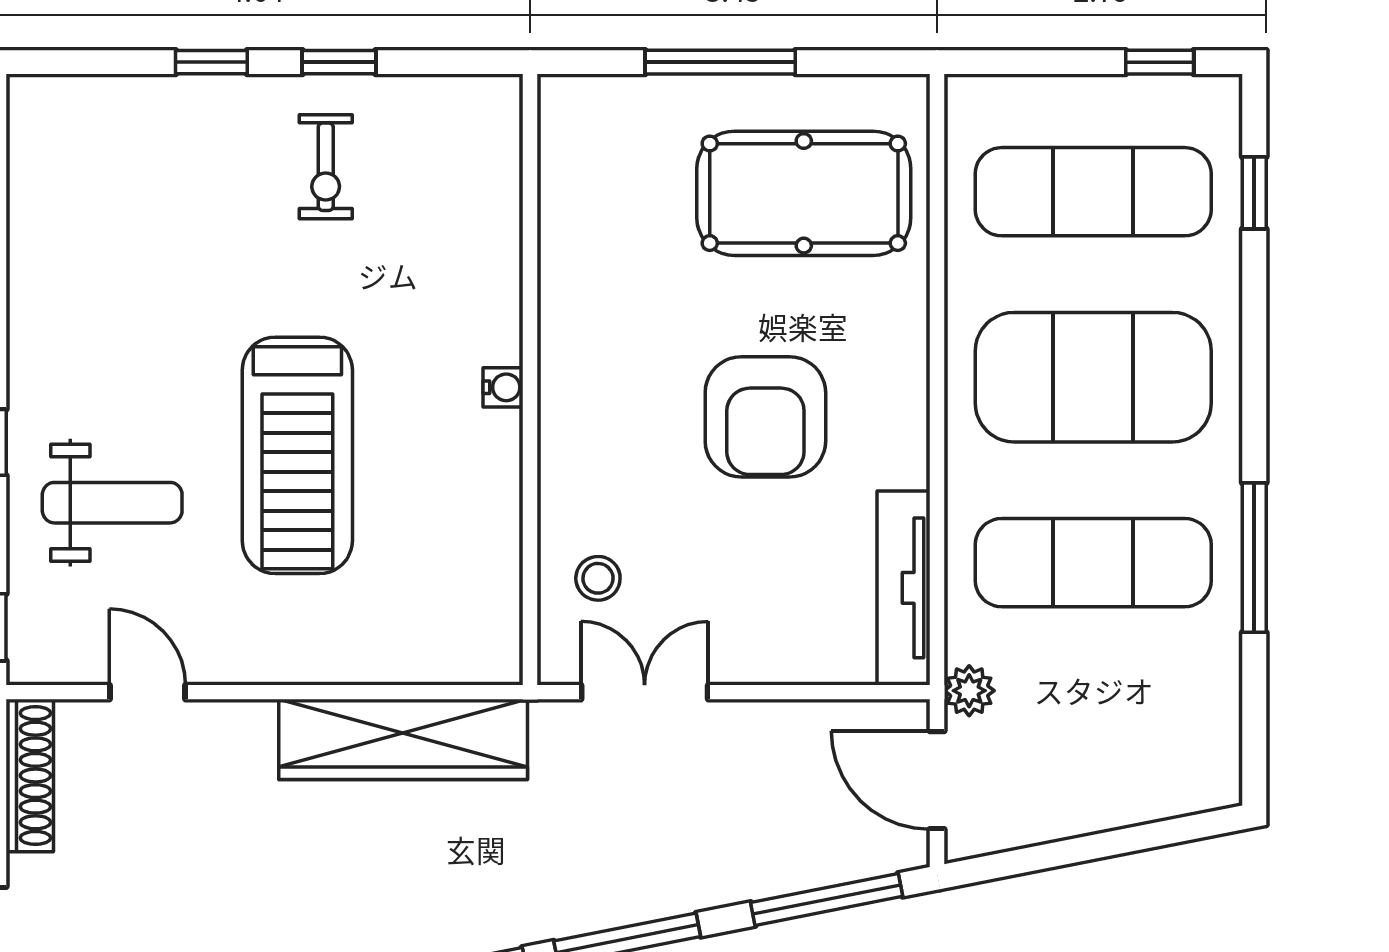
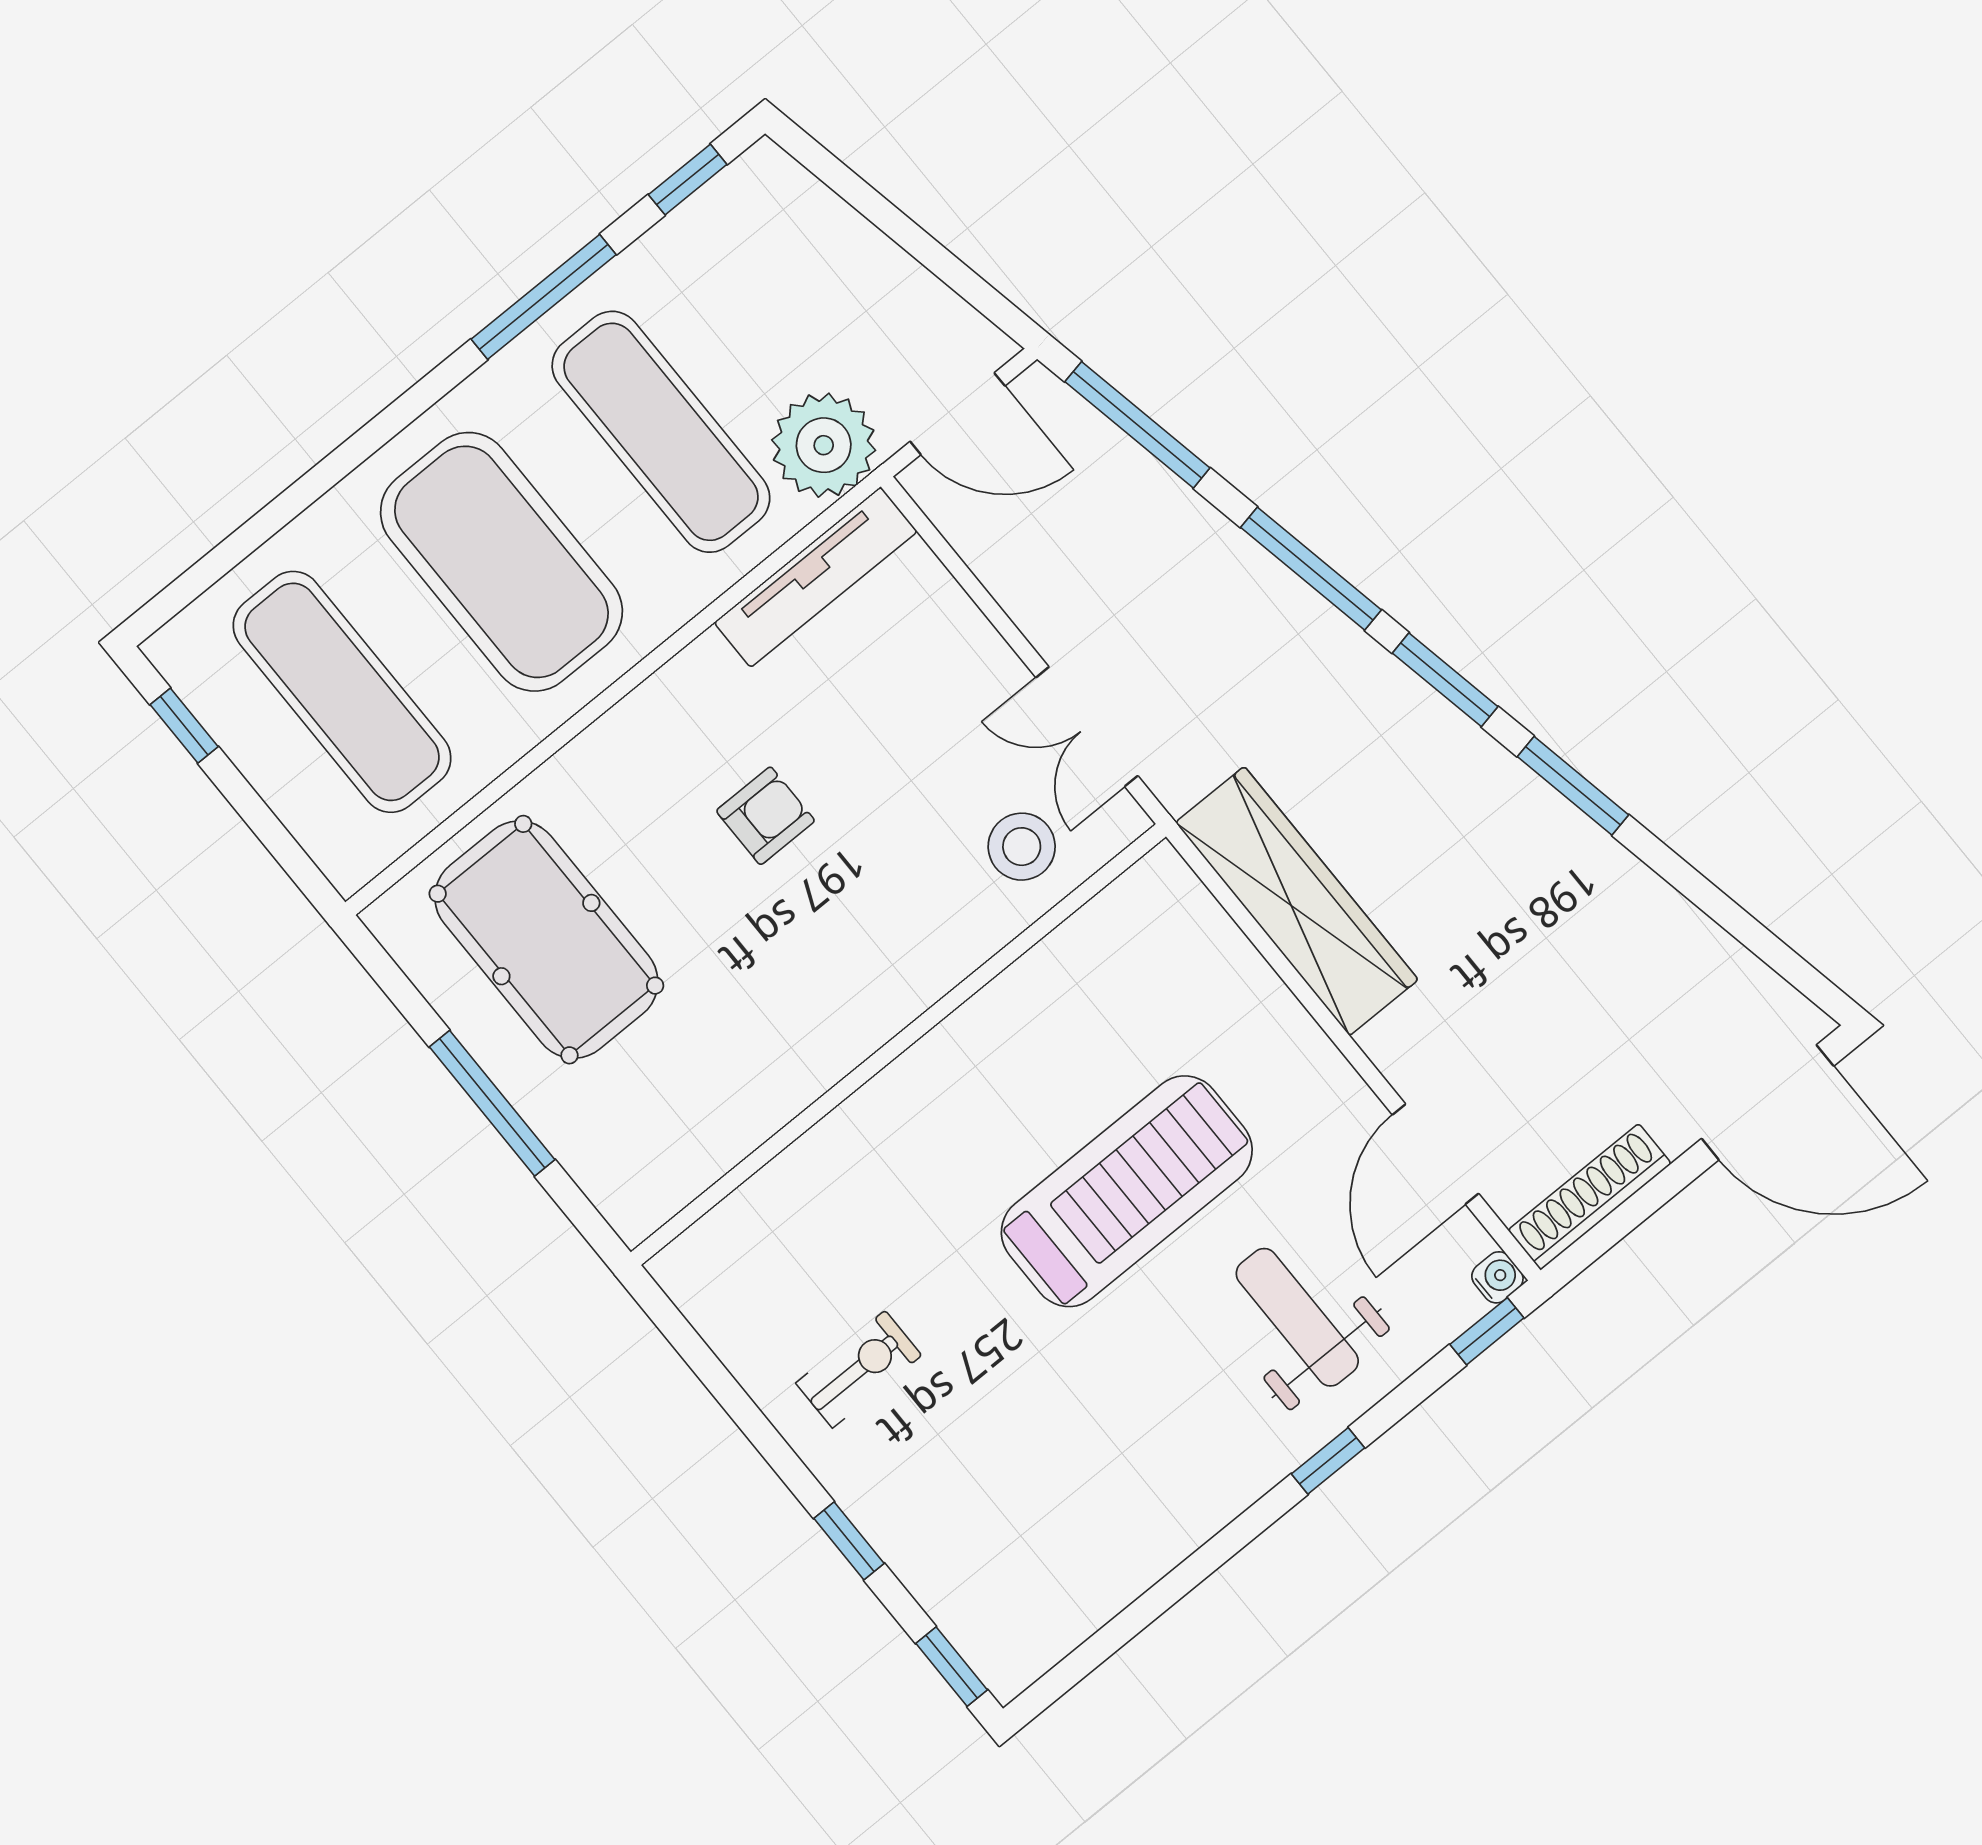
window: (339, 62) -> (952, 1667), moved
window: (1254, 193) -> (688, 179), moved
water cooler: (503, 387) -> (1497, 1277), moved, turned 90
armchair: (765, 417) -> (765, 816), width x0.53, depth x0.53
stool: (598, 578) -> (1022, 847), width x1.37, depth x1.37
plant: (969, 691) -> (824, 445), width x1.88, depth x1.88
door: (147, 692) -> (1435, 1154), width x1.38
door: (937, 780) -> (958, 414), hinge flipped

